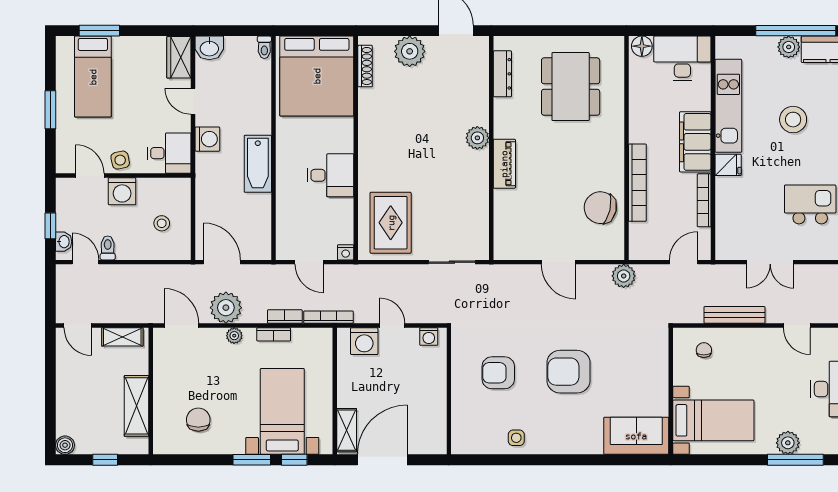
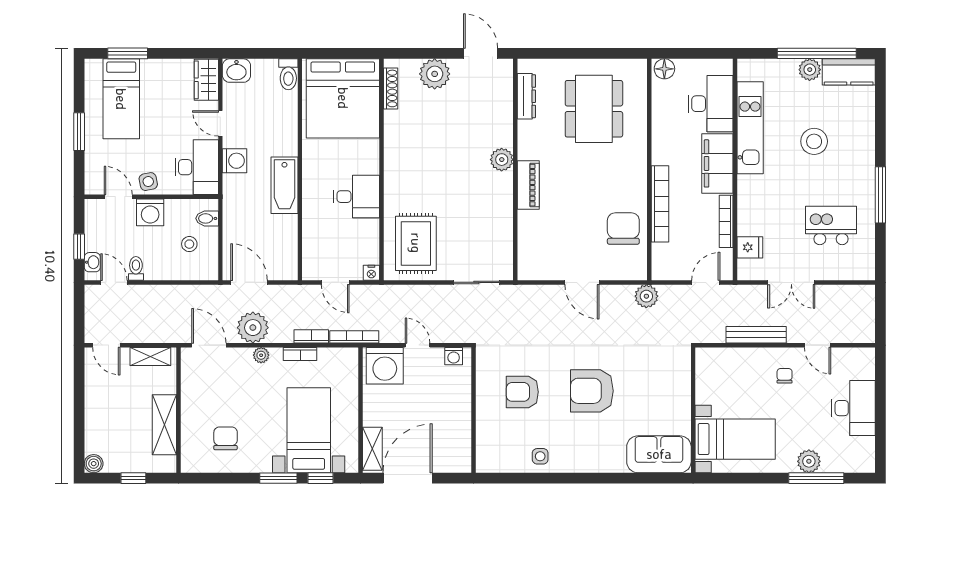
toilet: (264, 47) -> (288, 74), width x1.37, depth x1.39
desk: (682, 58) -> (711, 104), moved, turned 90
desk: (169, 153) -> (197, 167), width x1.37
fridge: (728, 165) -> (750, 247), moved
bidet: (180, 197) -> (207, 218), added
chair: (600, 208) -> (623, 229), turned 77
washing machine: (364, 341) -> (385, 366), width x1.37, depth x1.37
chair: (704, 350) -> (785, 376), moved

